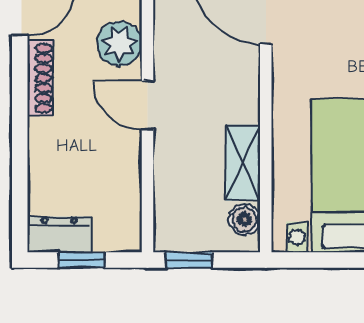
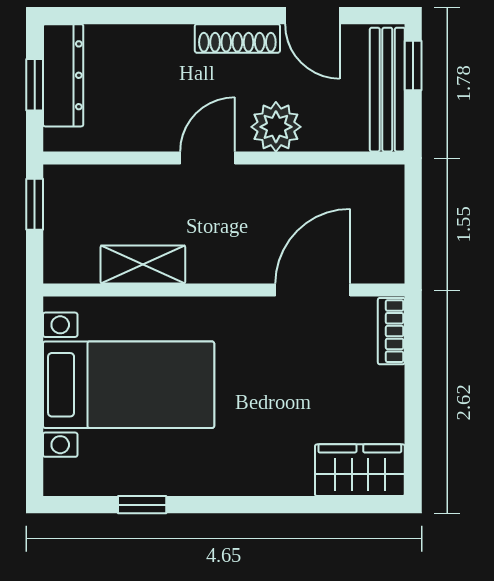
boiler: (244, 220) -> (80, 266), removed
dresser: (59, 234) -> (63, 75), width x1.44

